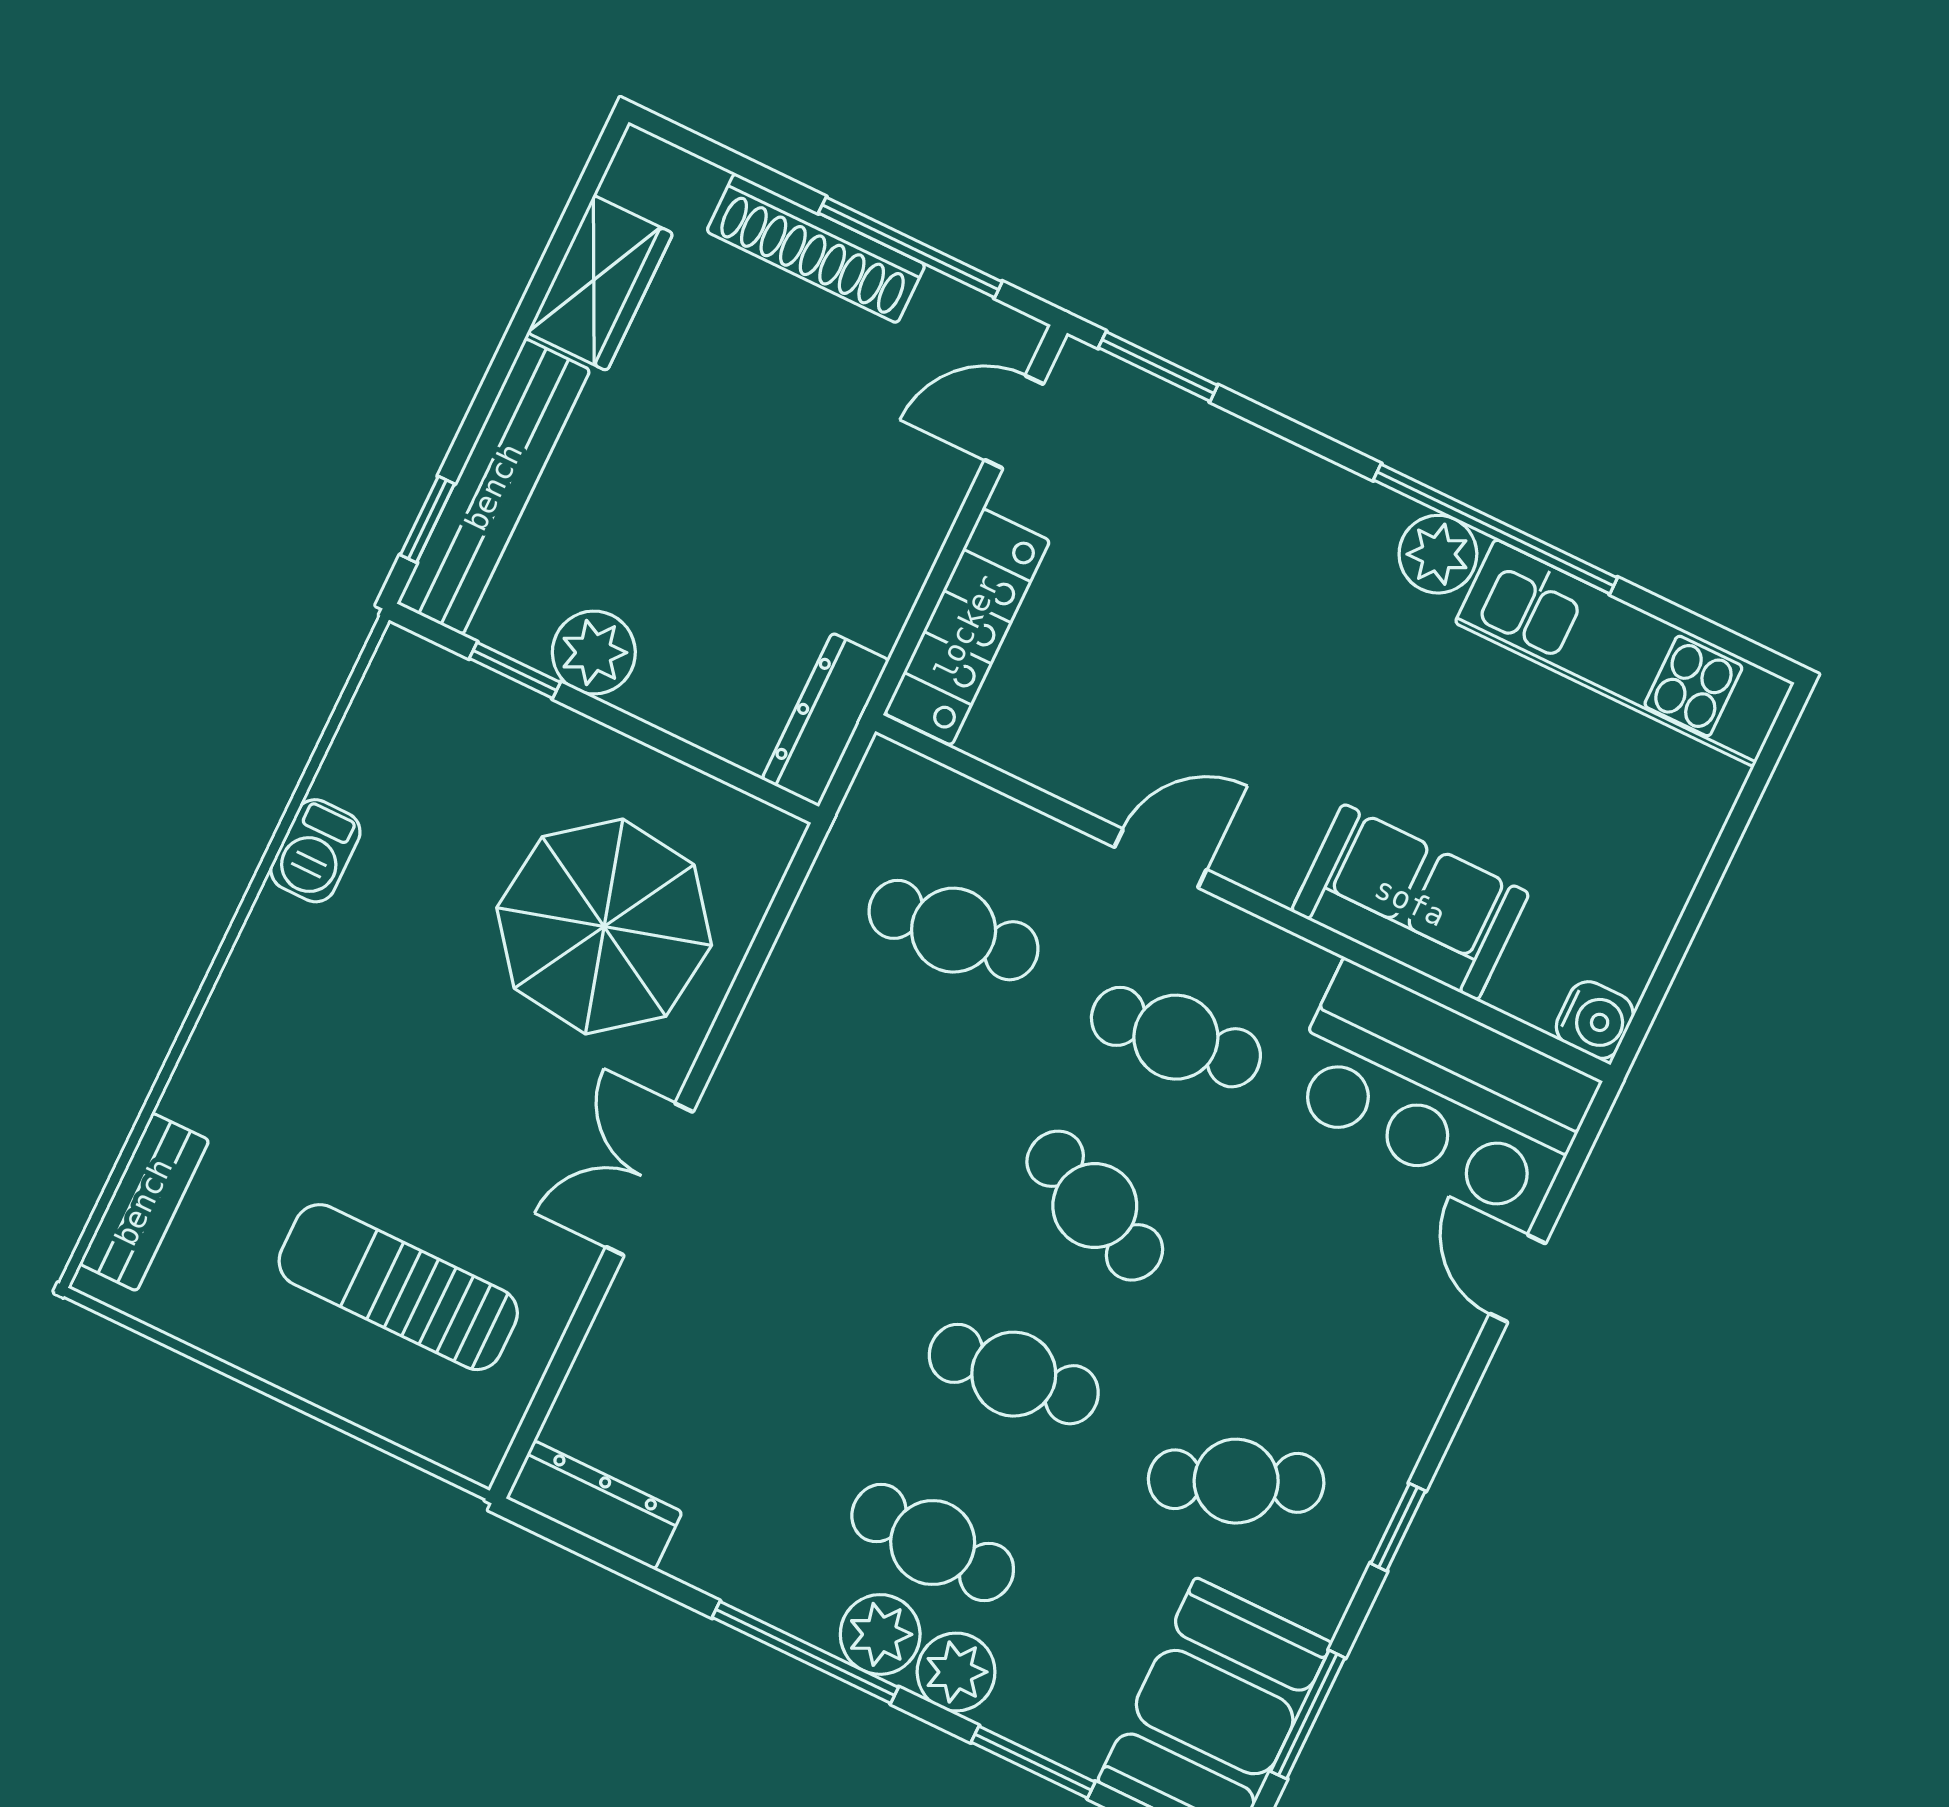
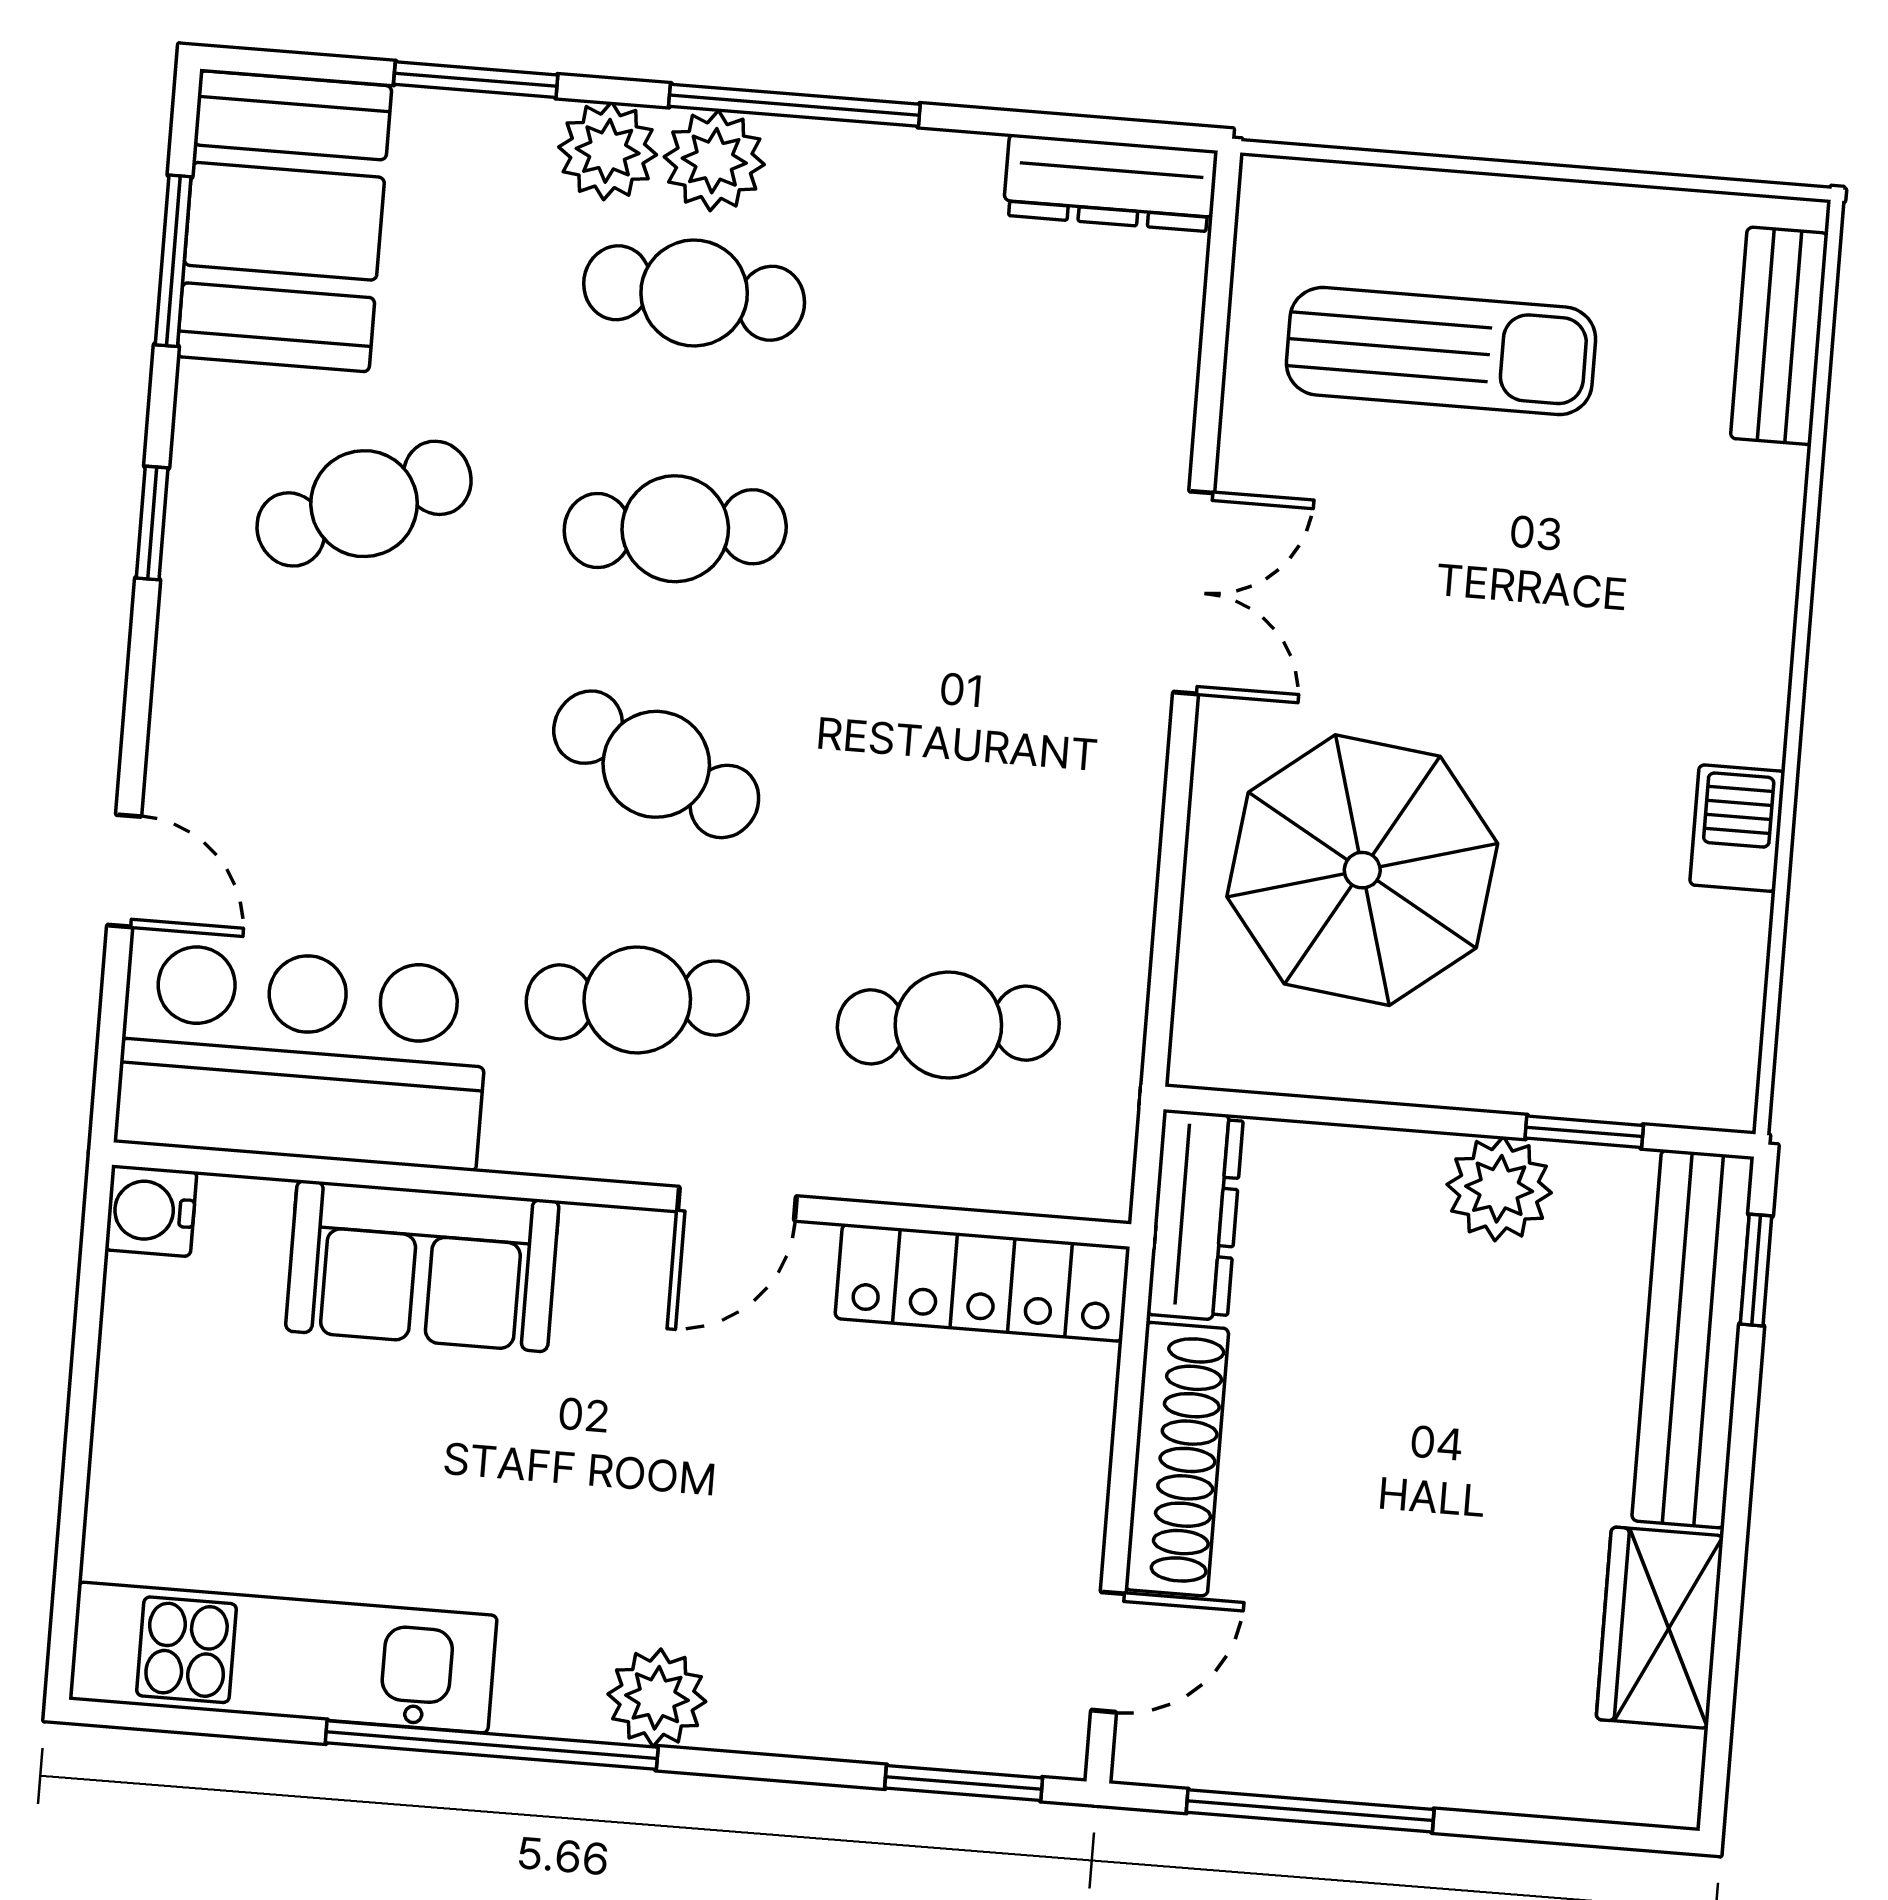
shoe rack: (816, 248) -> (1177, 1459), moved, turned 90
plant: (1438, 554) -> (657, 1698), moved
locker: (967, 627) -> (982, 1283), moved, turned -90

